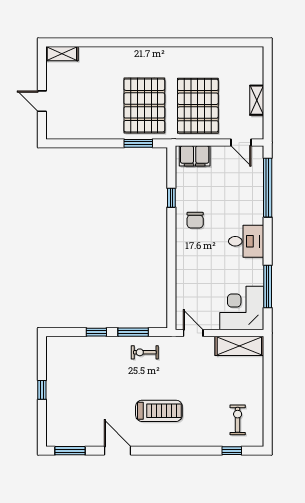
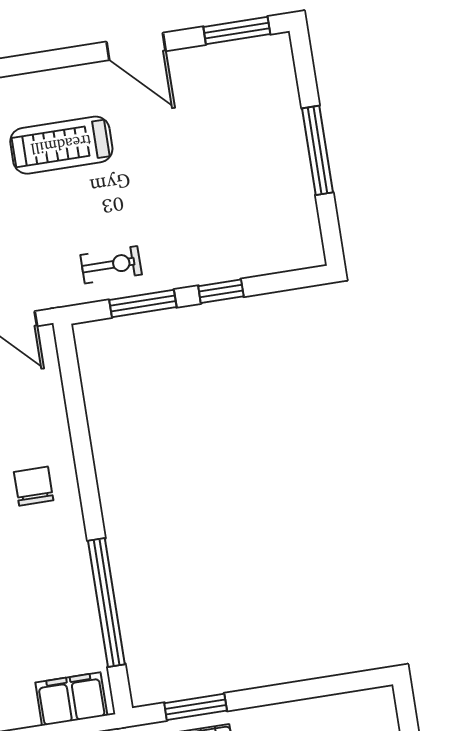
window: (171, 198) -> (106, 602), width x3.17
chair: (195, 220) -> (34, 486), moved
window: (42, 390) -> (317, 150), width x2.17

